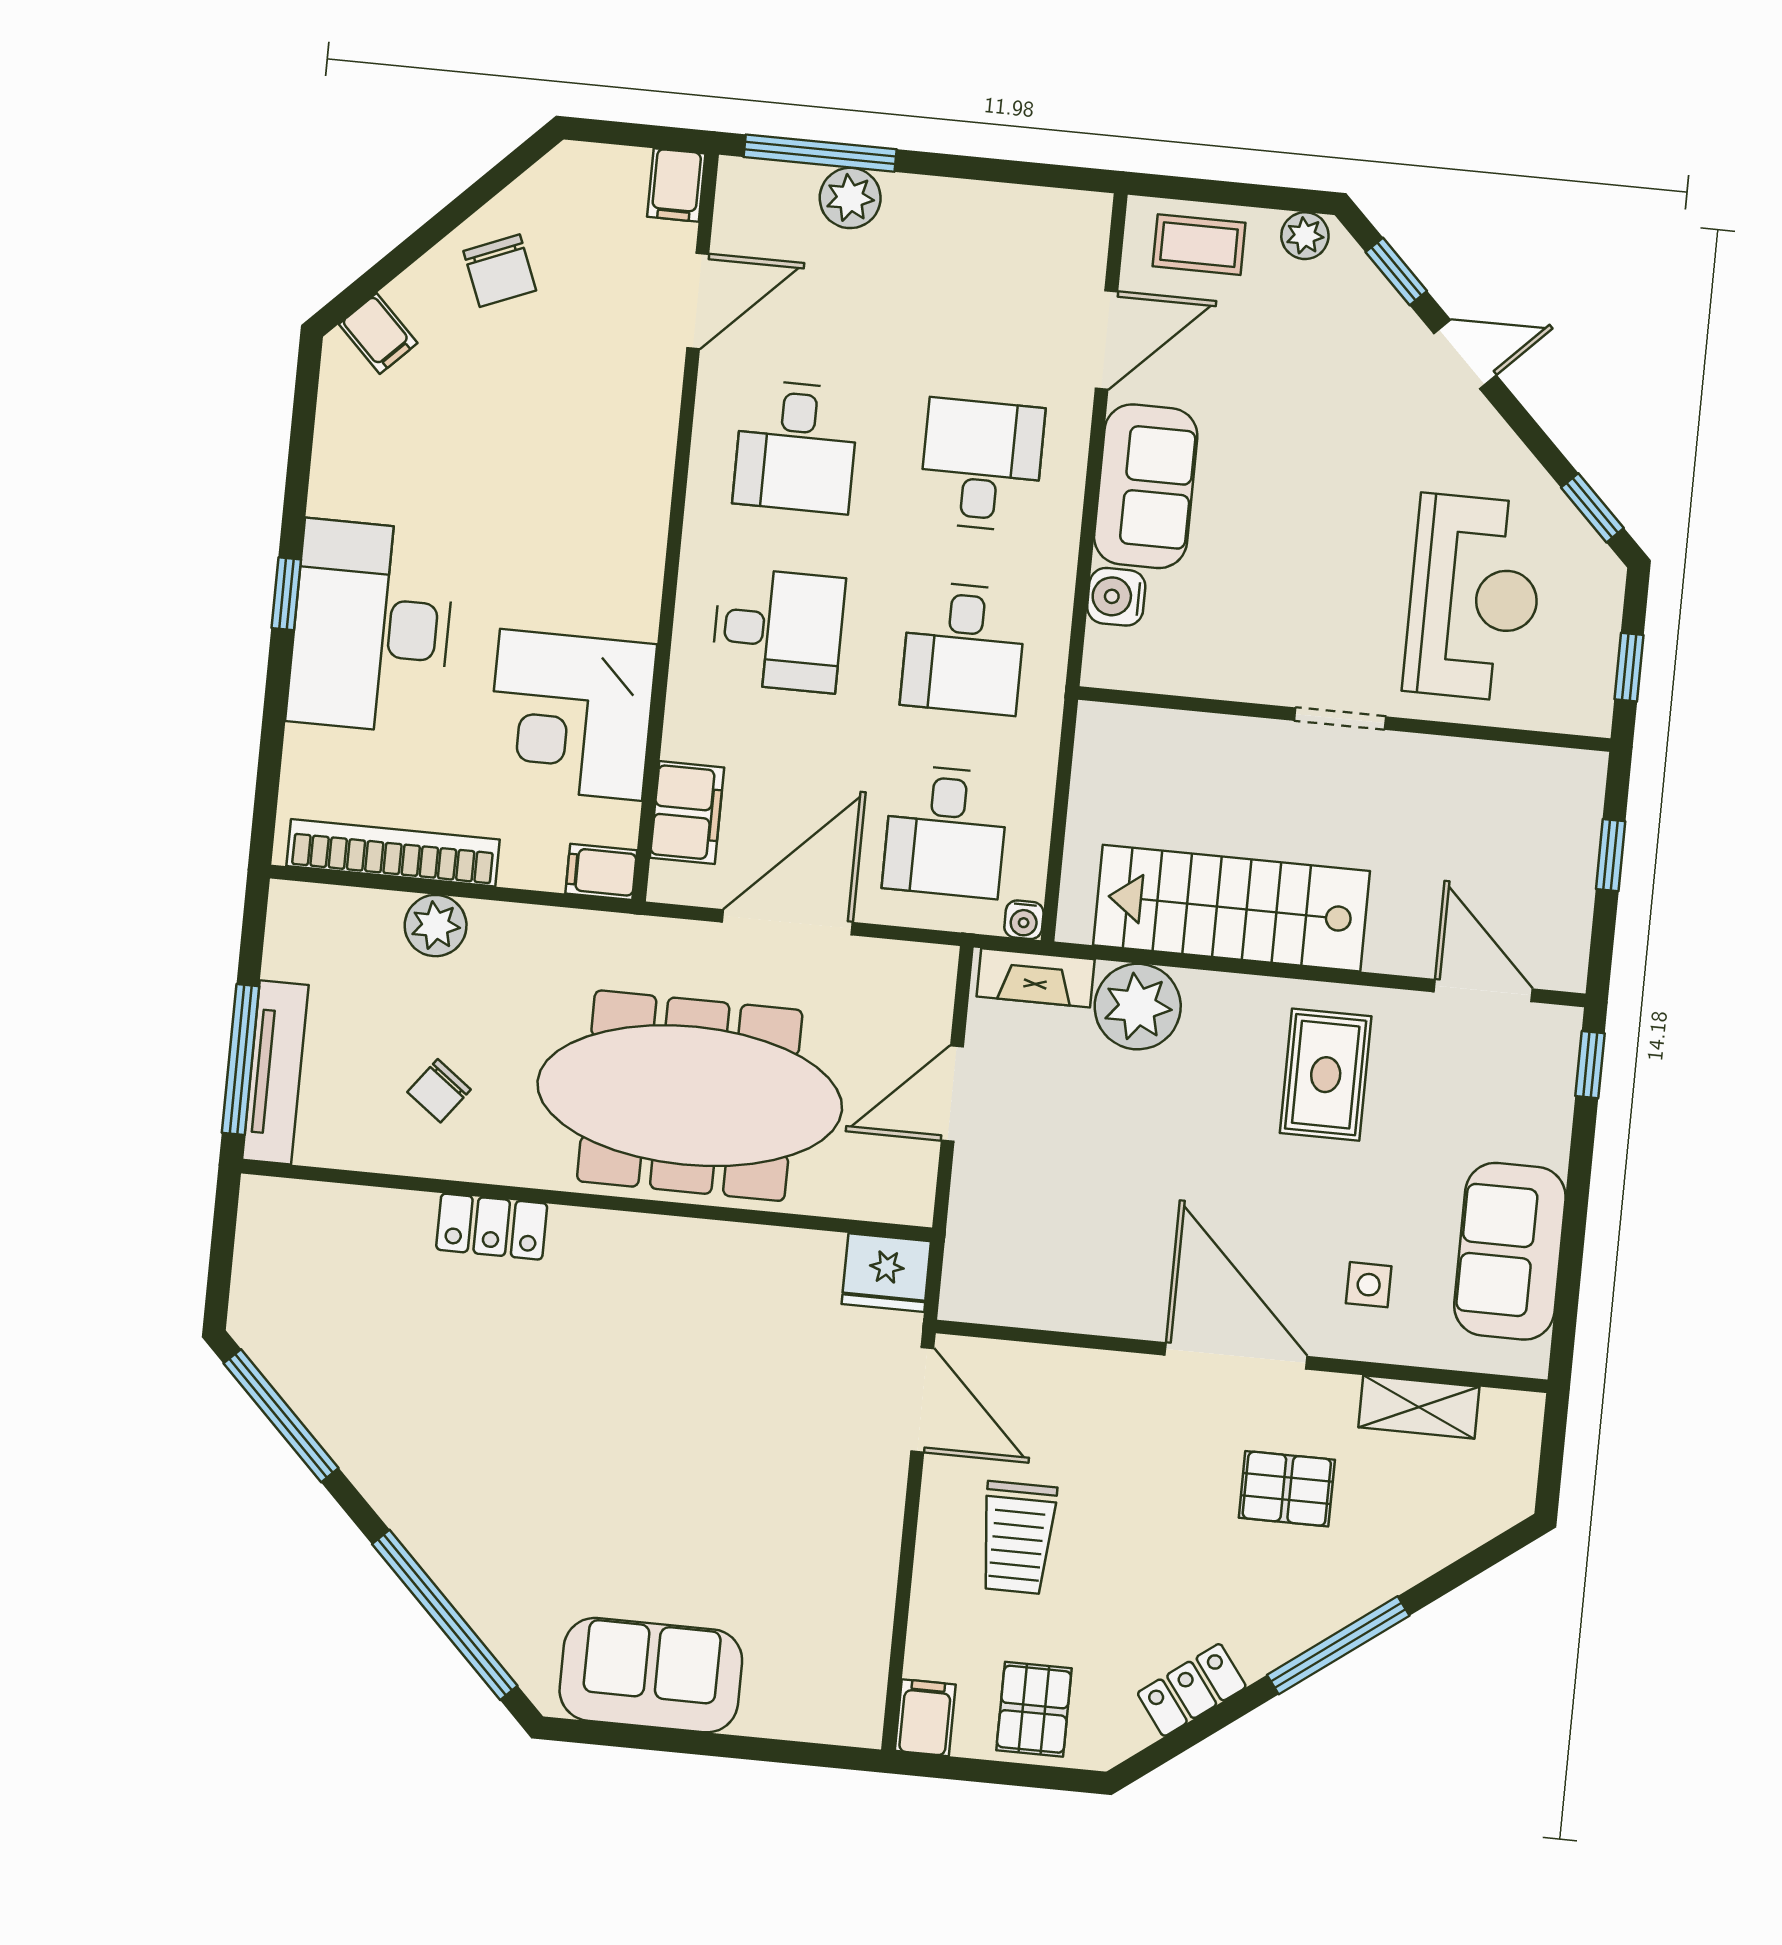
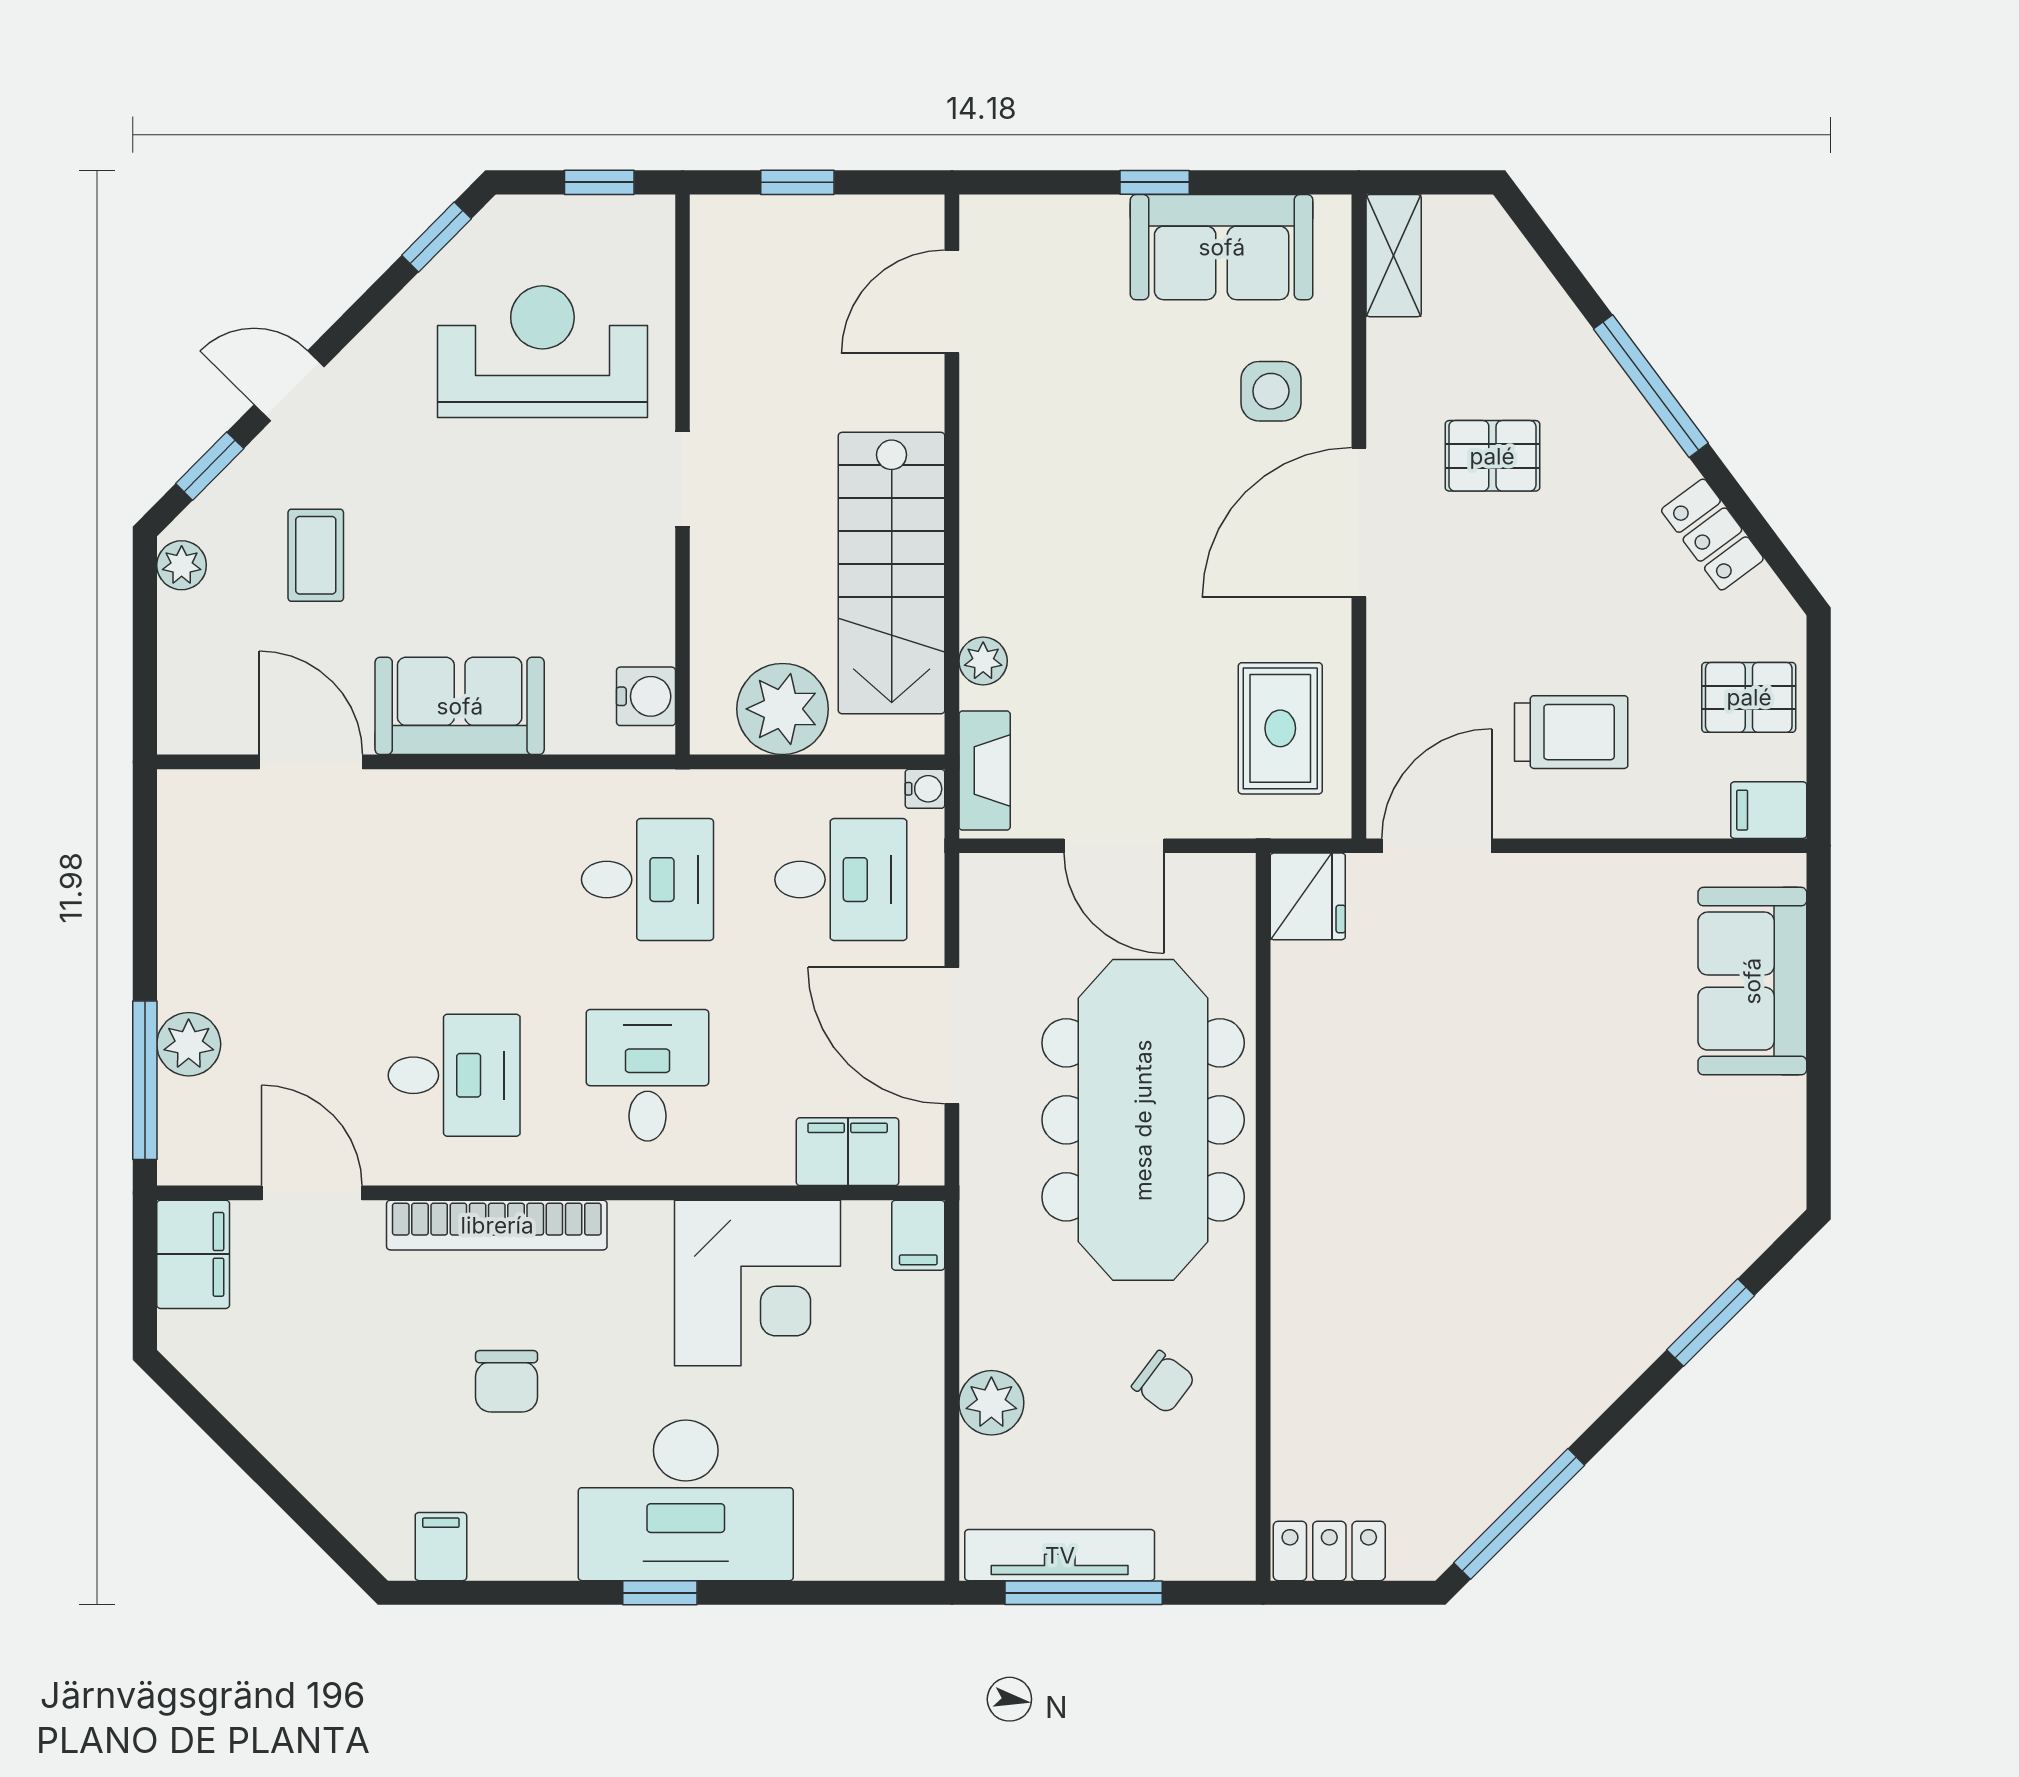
filing cabinet: (676, 185) -> (193, 1254), width x2.00
coffee table: (1199, 245) -> (316, 555), moved
chair: (500, 271) -> (507, 1381), moved, turned 112
filing cabinet: (378, 334) -> (441, 1547), moved, turned -45
door: (1465, 354) -> (289, 386), hinge flipped
desk: (982, 465) -> (454, 880), removed
water cooler: (1116, 597) -> (646, 696), moved, turned -90
plant: (1113, 792) -> (783, 709), added
bookcase: (393, 853) -> (497, 1225), moved, turned -90
plant: (1138, 1007) -> (983, 661), width x0.53, depth x0.53
window: (241, 1059) -> (1084, 1593), moved
window: (1590, 1065) -> (1155, 182), moved
tv unit: (275, 1072) -> (1060, 1555), moved
rug: (1326, 1075) -> (1280, 728), moved, turned 90
locker: (492, 1227) -> (1329, 1551), moved, turned -90
side table: (1369, 1285) -> (1271, 391), width x1.37, depth x1.37
shelving: (1419, 1407) -> (1394, 256), moved
pallet: (1287, 1489) -> (1492, 456), turned 90
window: (445, 1615) -> (1711, 1323), width x0.47
sofa: (651, 1675) -> (1752, 981), moved

